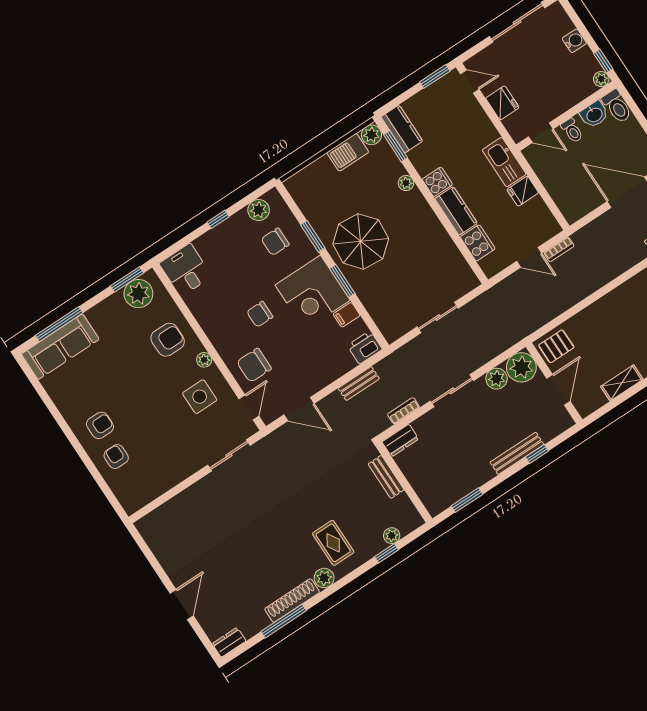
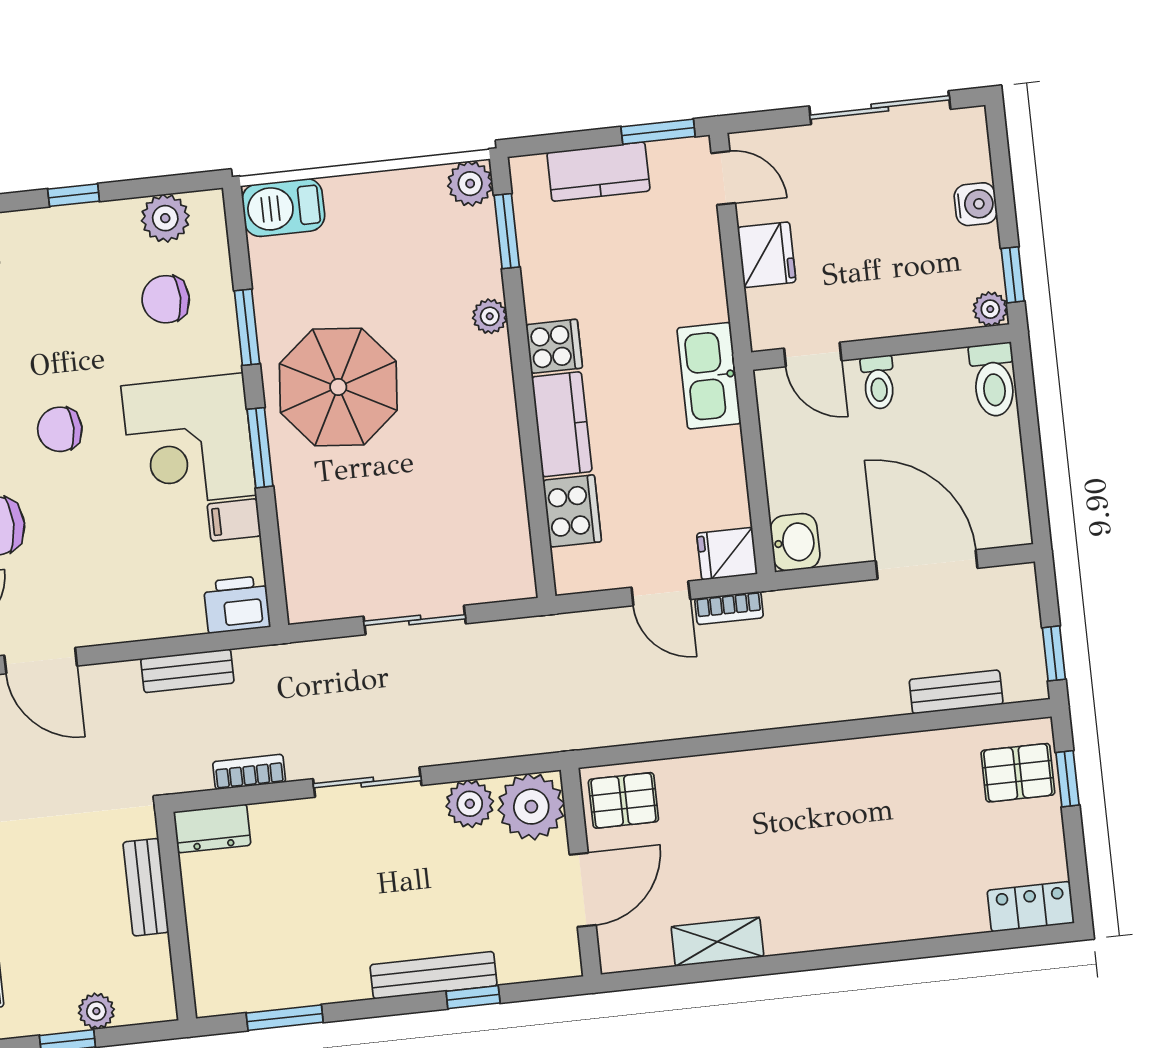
washbasin: (594, 114) -> (795, 542), moved, turned -90
kitchen counter: (402, 129) -> (598, 172), moved, turned 90
barbecue: (348, 152) -> (283, 208), moved
fridge: (523, 191) -> (727, 554), moved

